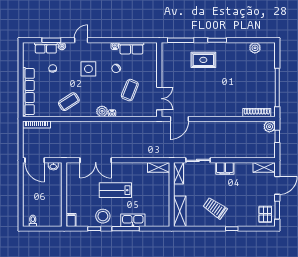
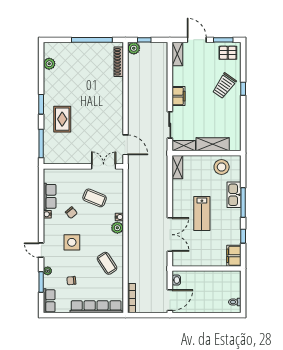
row of seats: (46, 48) -> (49, 301), moved
trolley: (215, 208) -> (224, 86), moved
shelving: (180, 211) -> (213, 144), moved
stool: (103, 216) -> (222, 167), moved
filing cabinet: (71, 220) -> (234, 256), width x2.00

